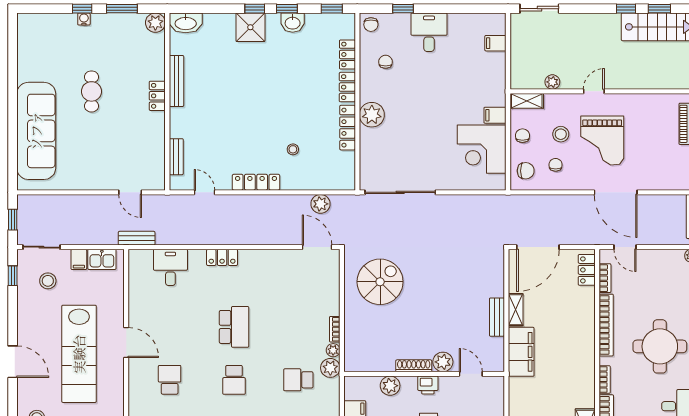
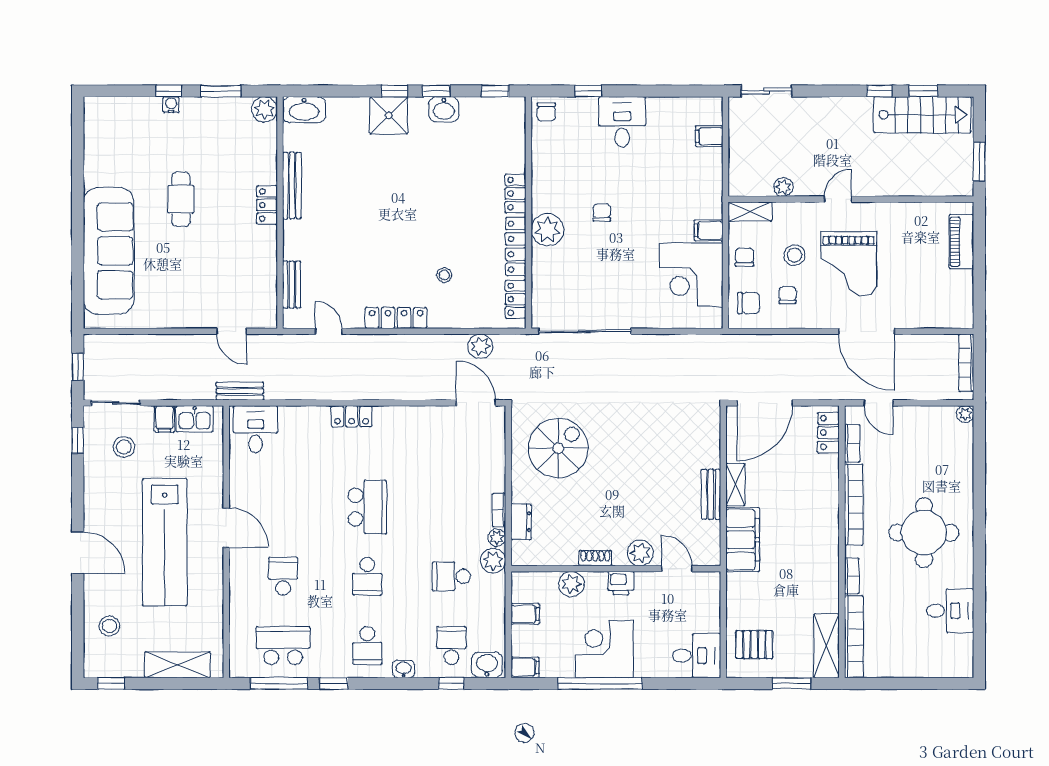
locker: (347, 54) -> (516, 299), moved
chair: (386, 62) -> (602, 213), moved
desk: (170, 267) -> (256, 429), moved
dresser: (352, 338) -> (521, 522), added
shoe rack: (414, 366) -> (595, 558), width x0.70

